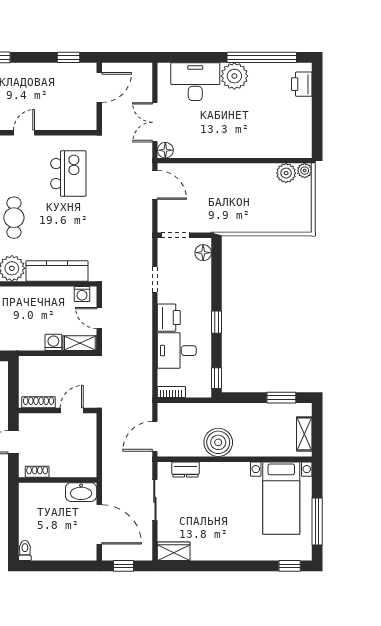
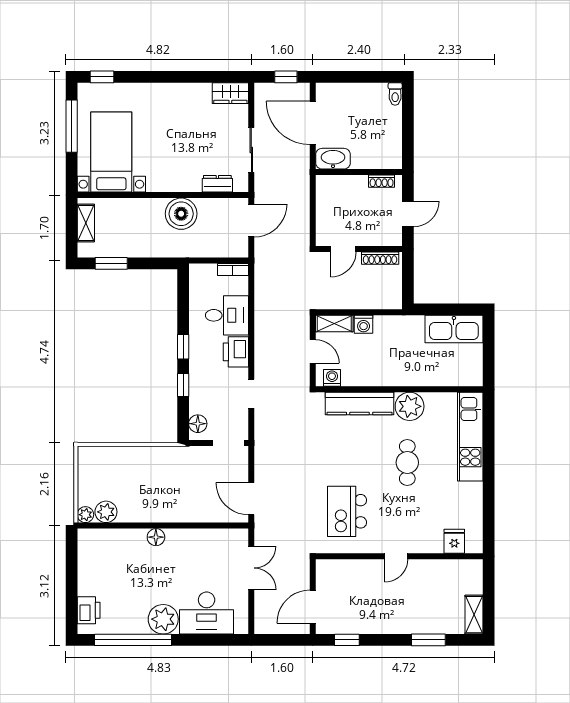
floor lamp: (165, 150) -> (156, 537), moved
window: (216, 378) -> (183, 385), moved

